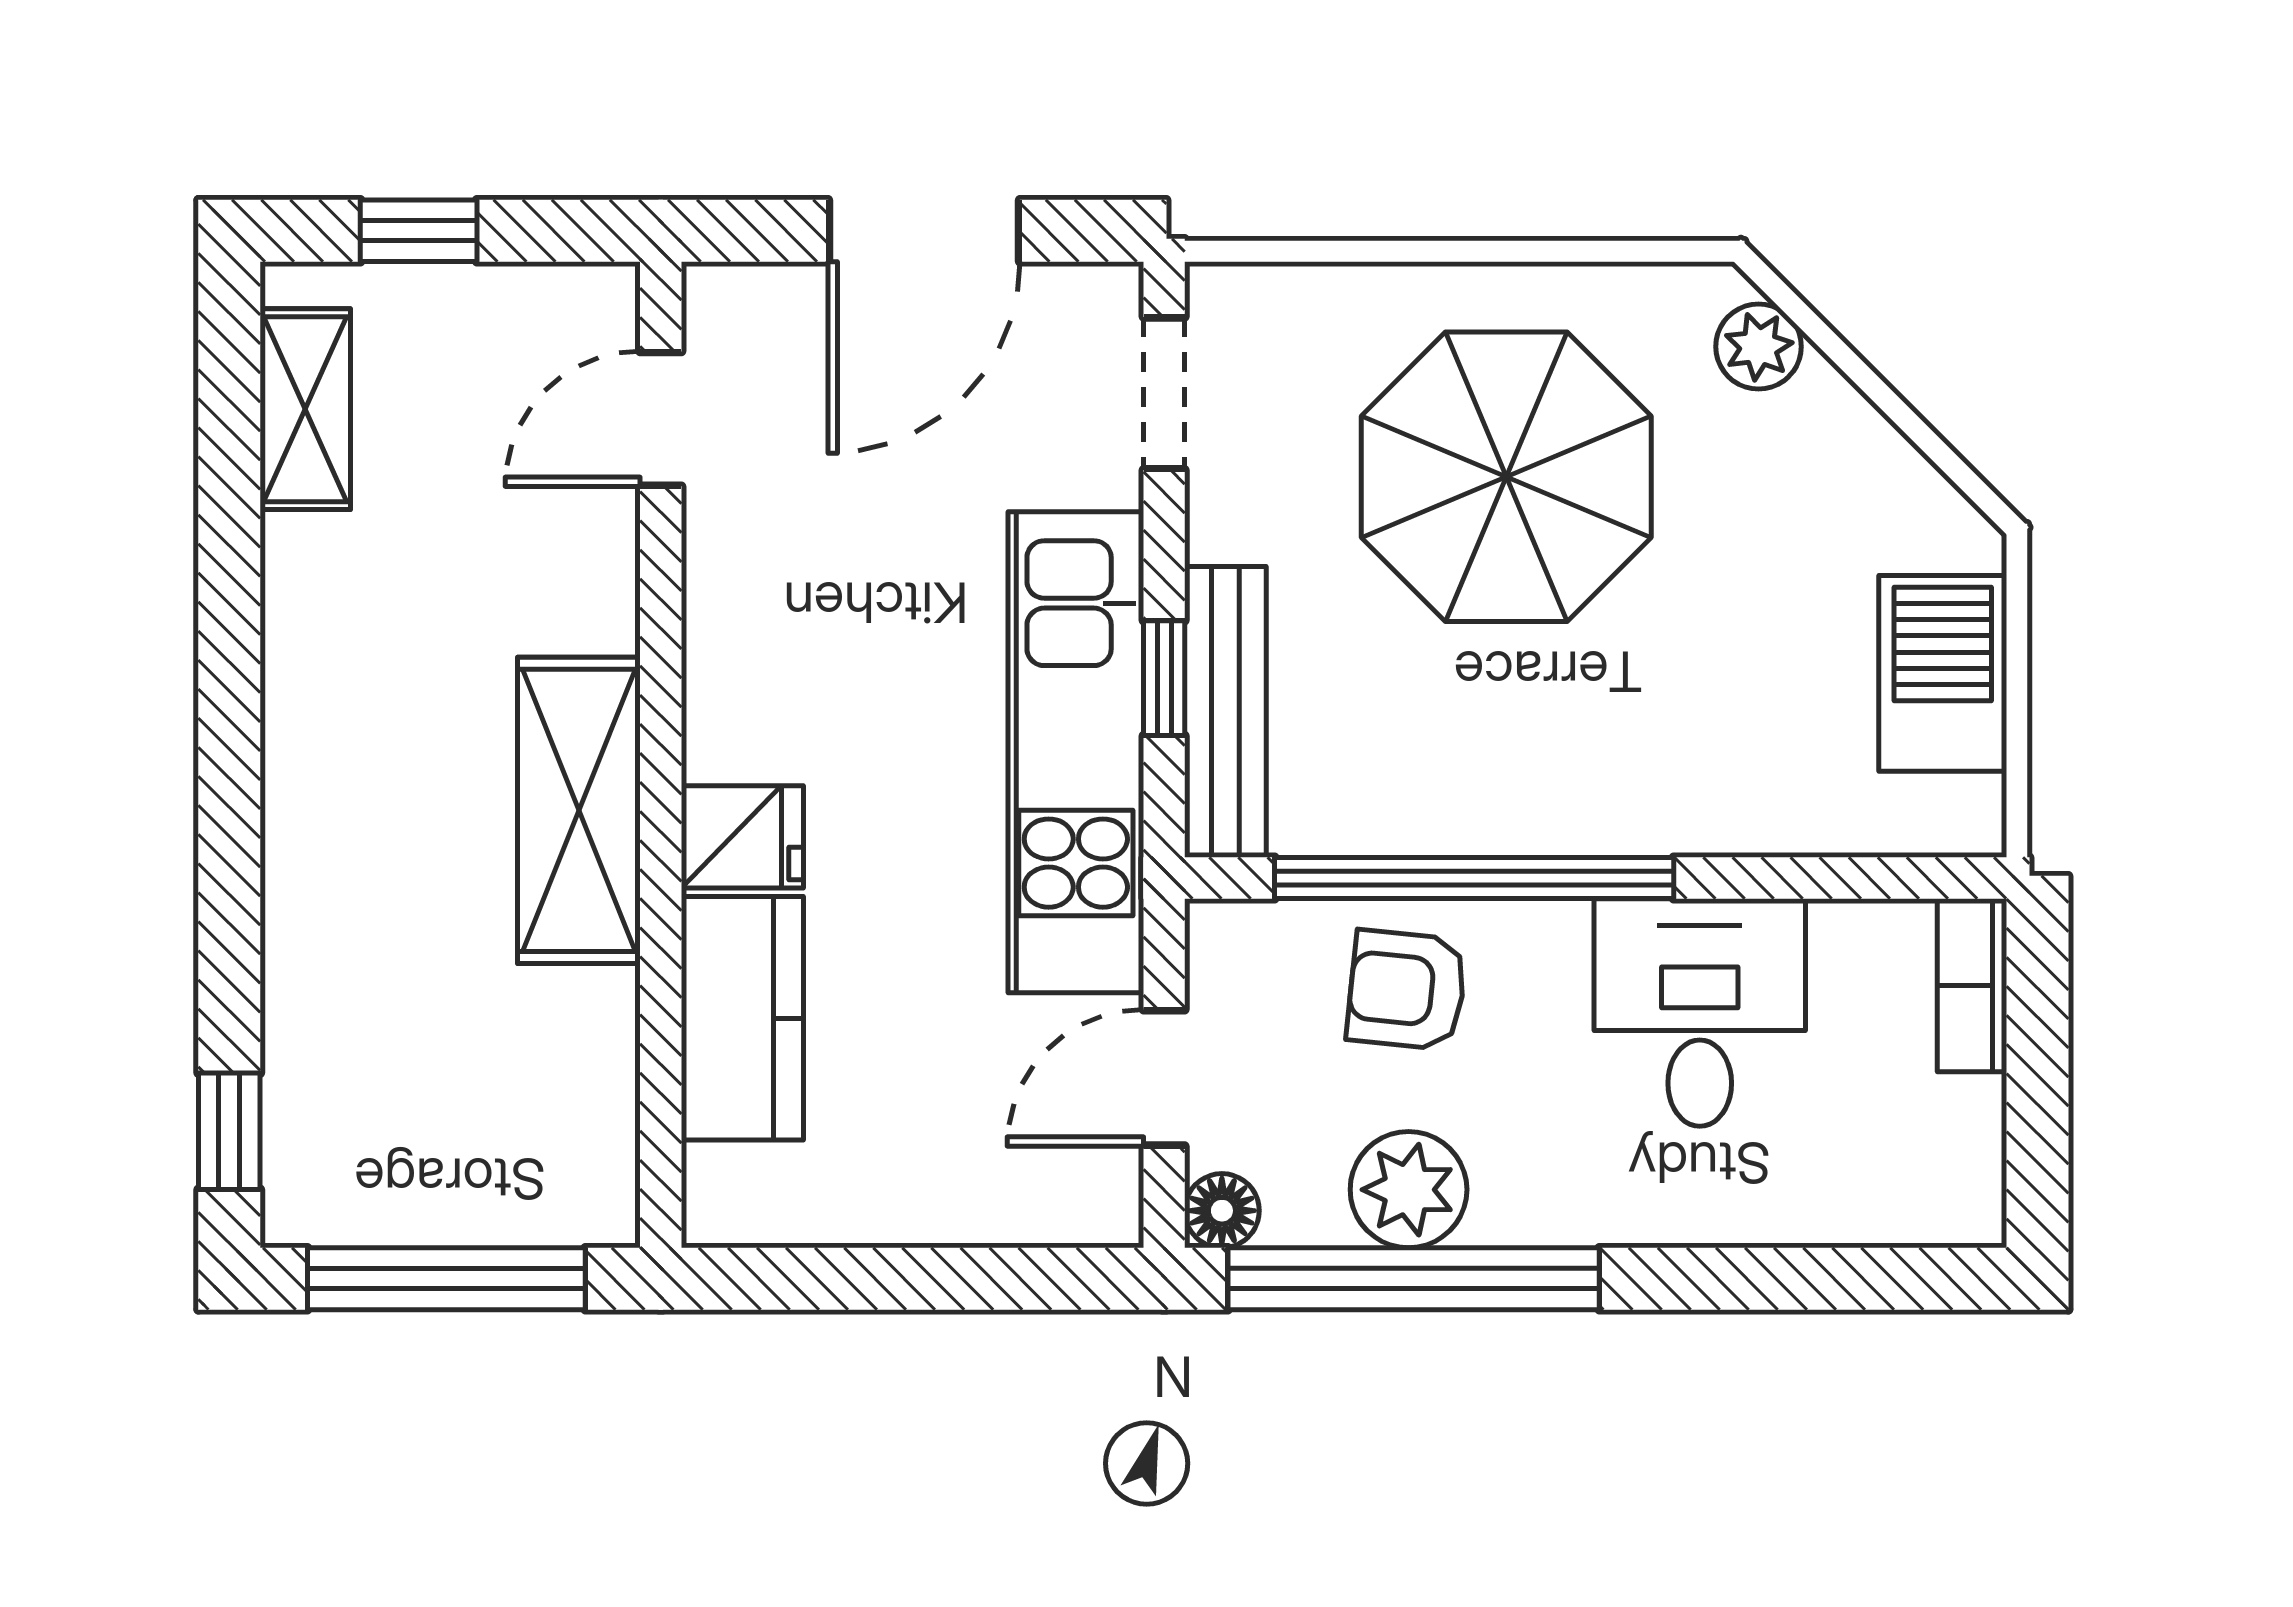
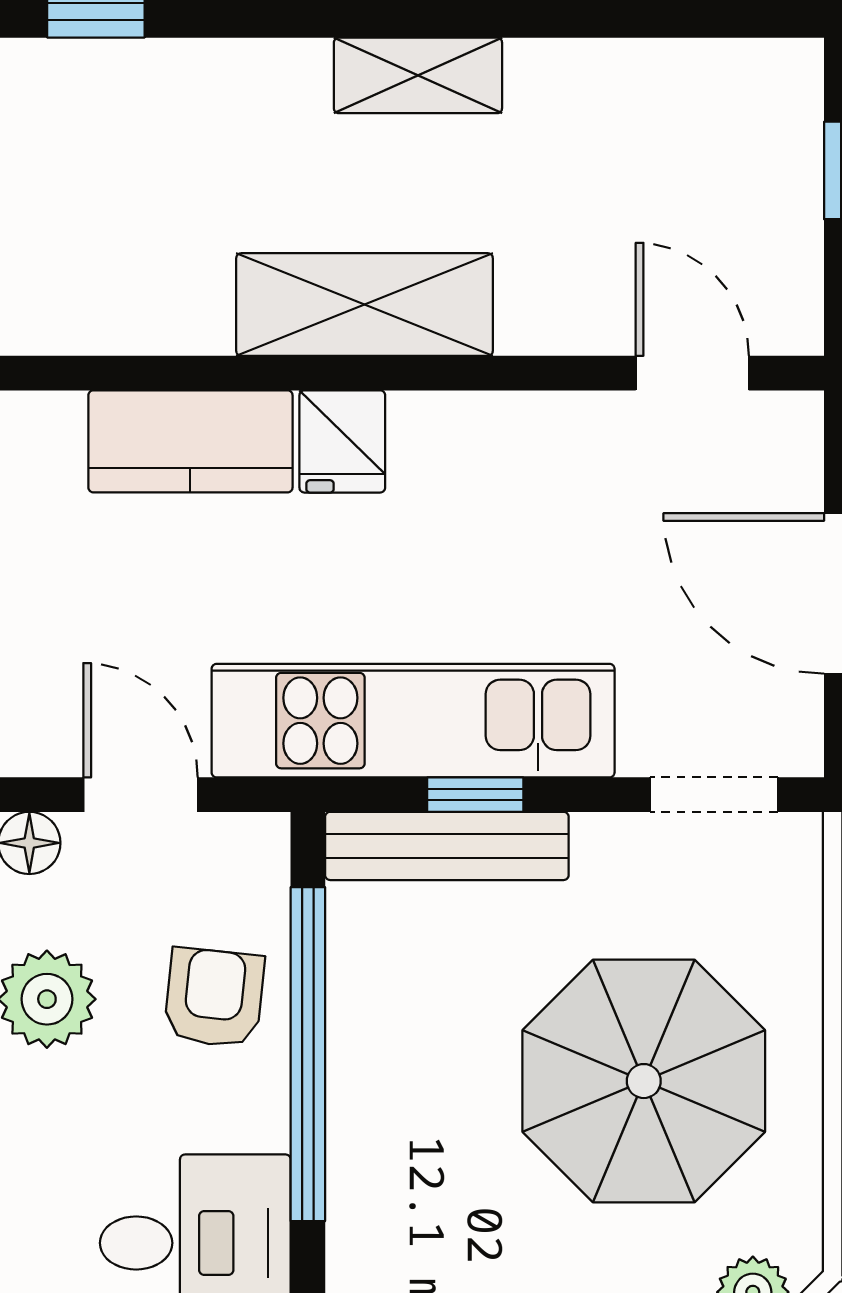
shelving: (305, 409) -> (418, 75), moved

